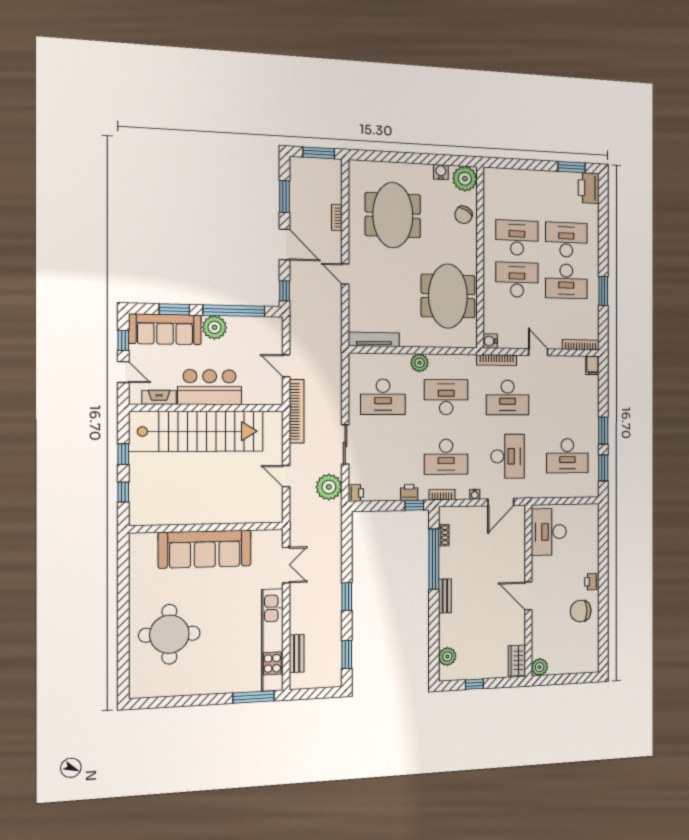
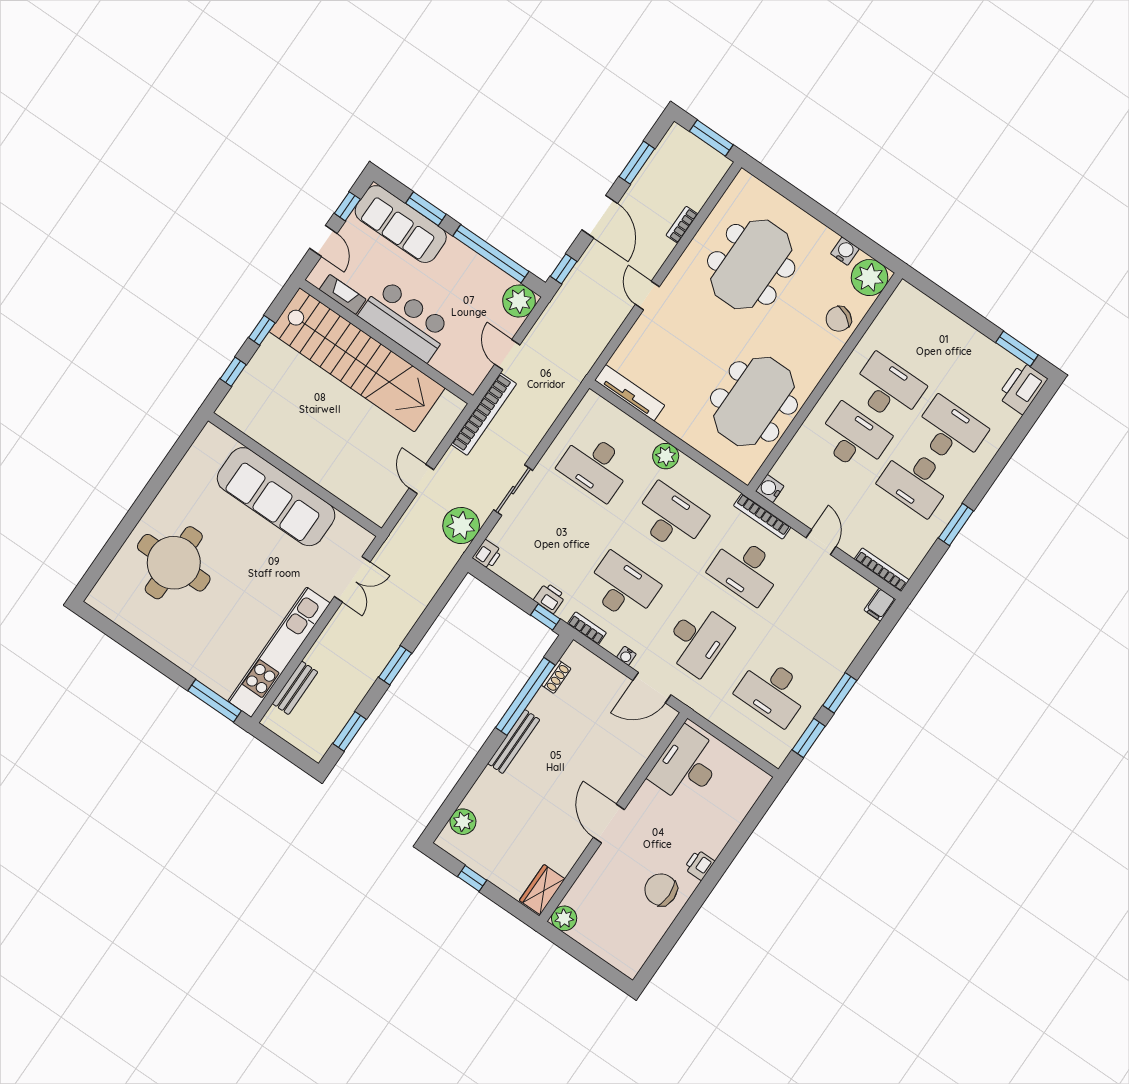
plant: (214, 327) -> (519, 301), moved
desk: (446, 457) -> (622, 588), turned 180
bench: (445, 596) -> (514, 742), width x1.36

